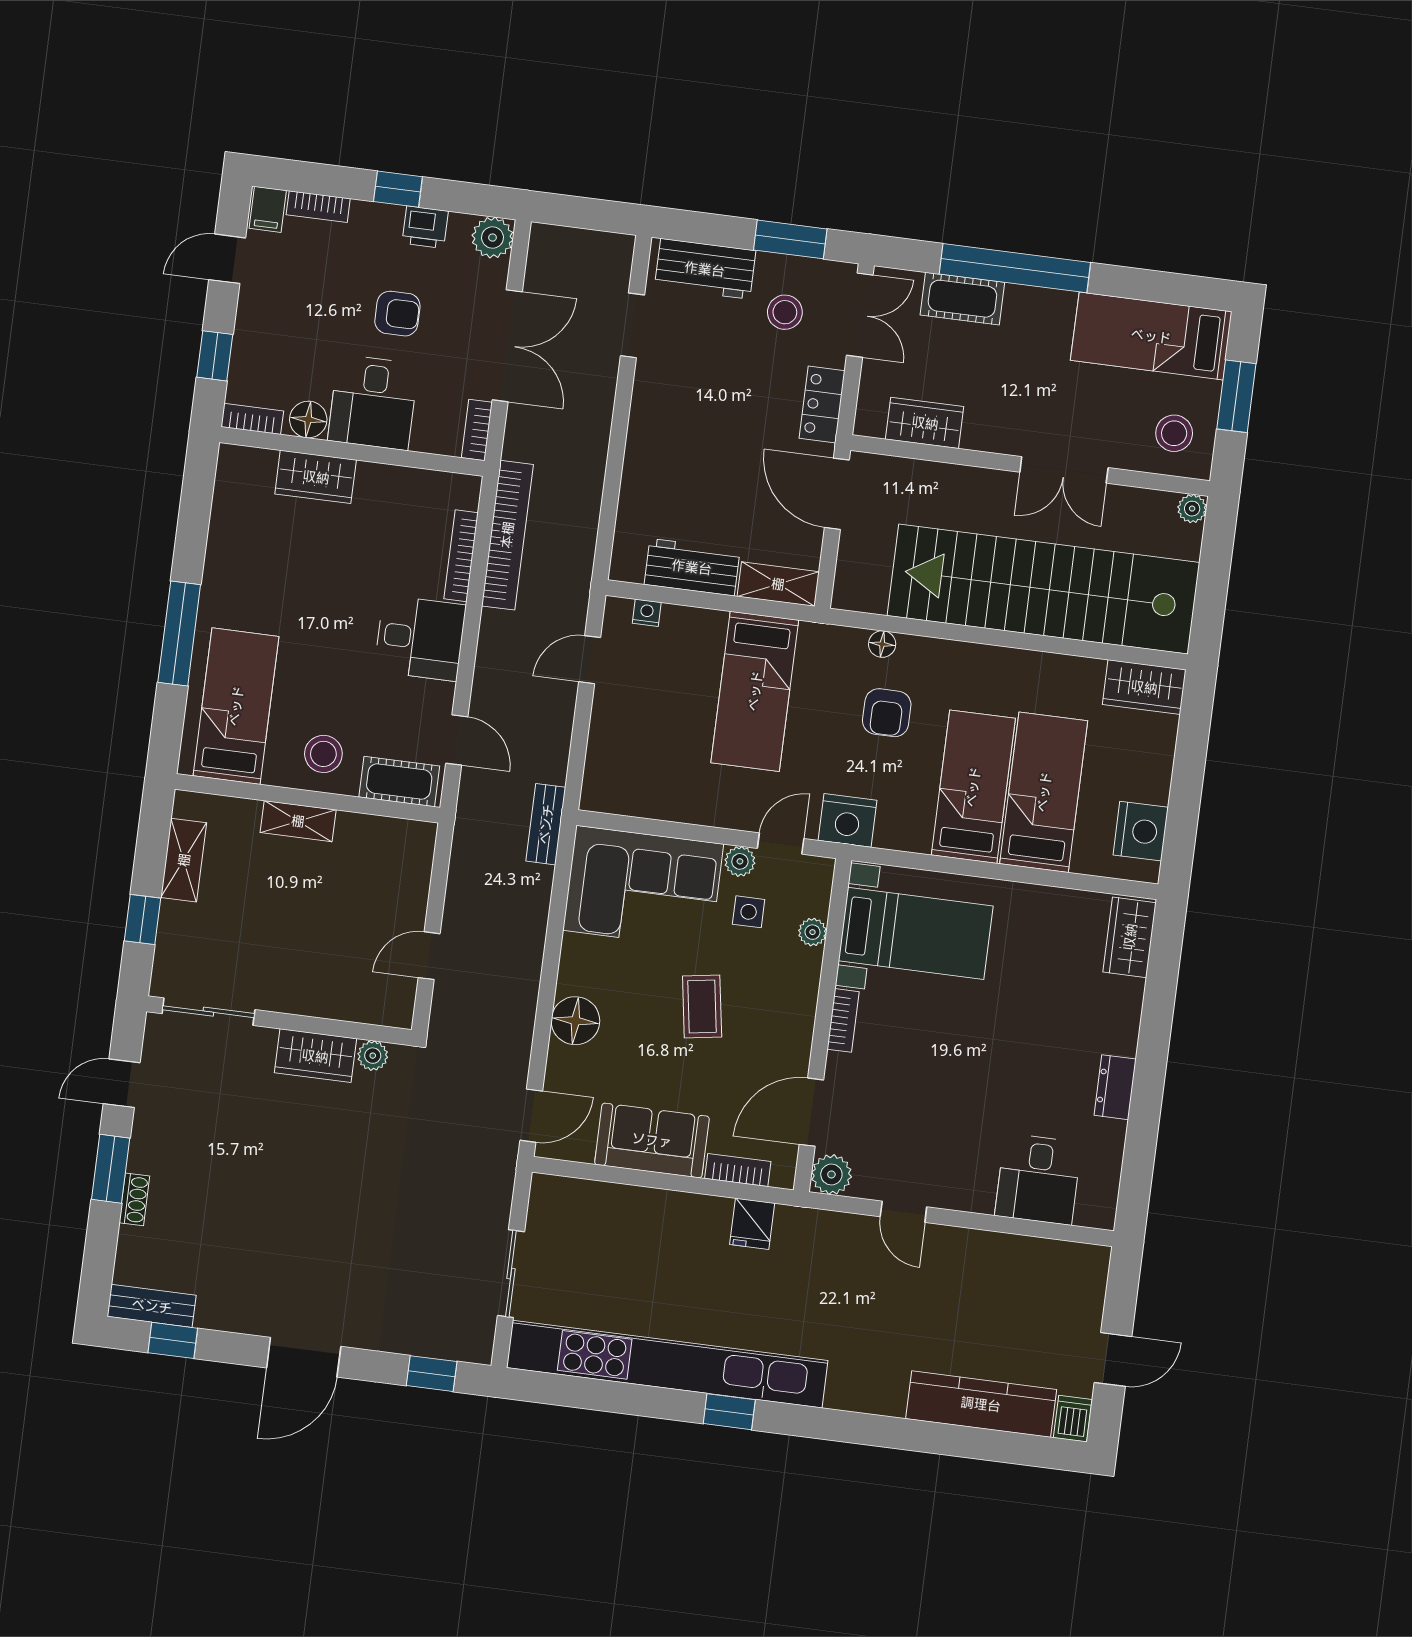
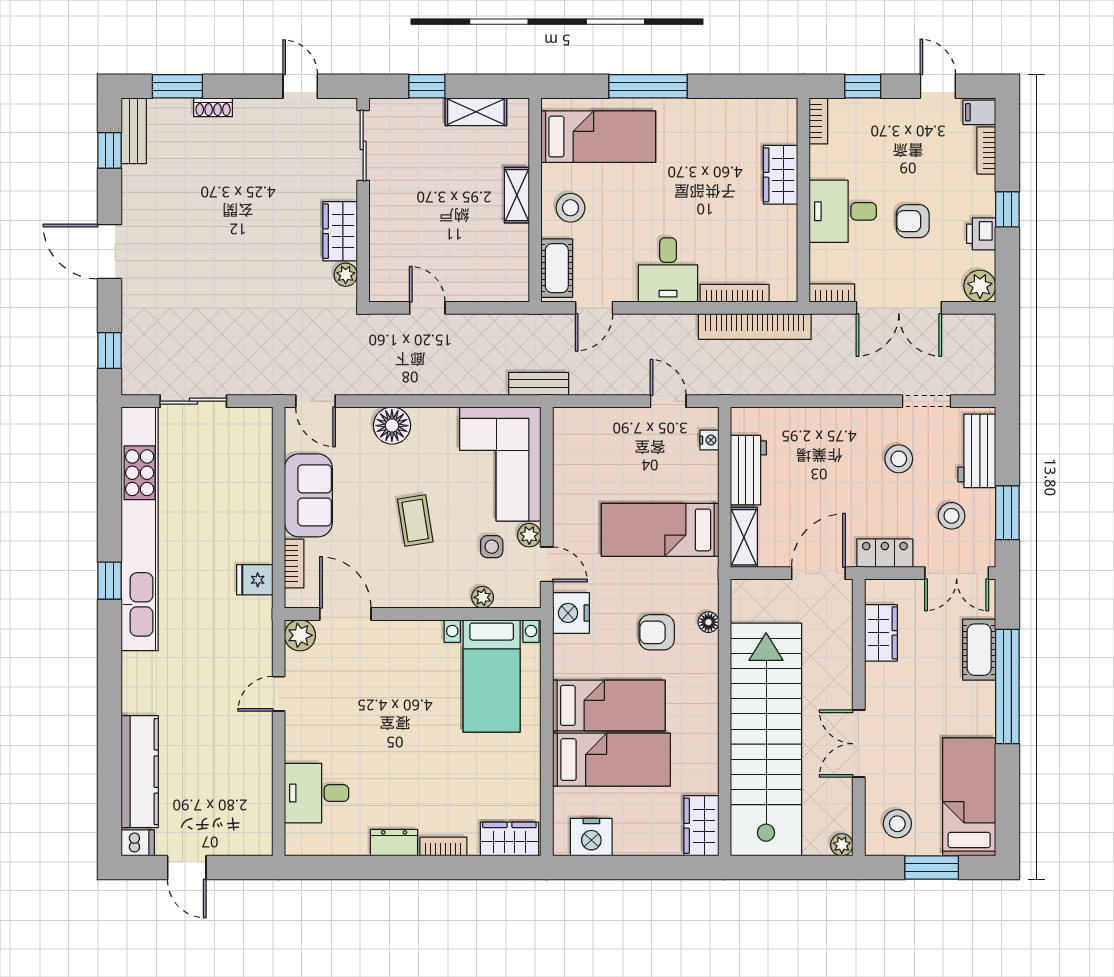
armchair: (397, 314) -> (913, 221), turned 90
stool: (702, 371) -> (899, 459), added
floor lamp: (308, 420) -> (823, 164), removed
coffee table: (702, 1006) -> (415, 520), turned 90
bookcase: (843, 1020) -> (443, 846), moved, turned 180
window: (111, 1169) -> (177, 86), moved

